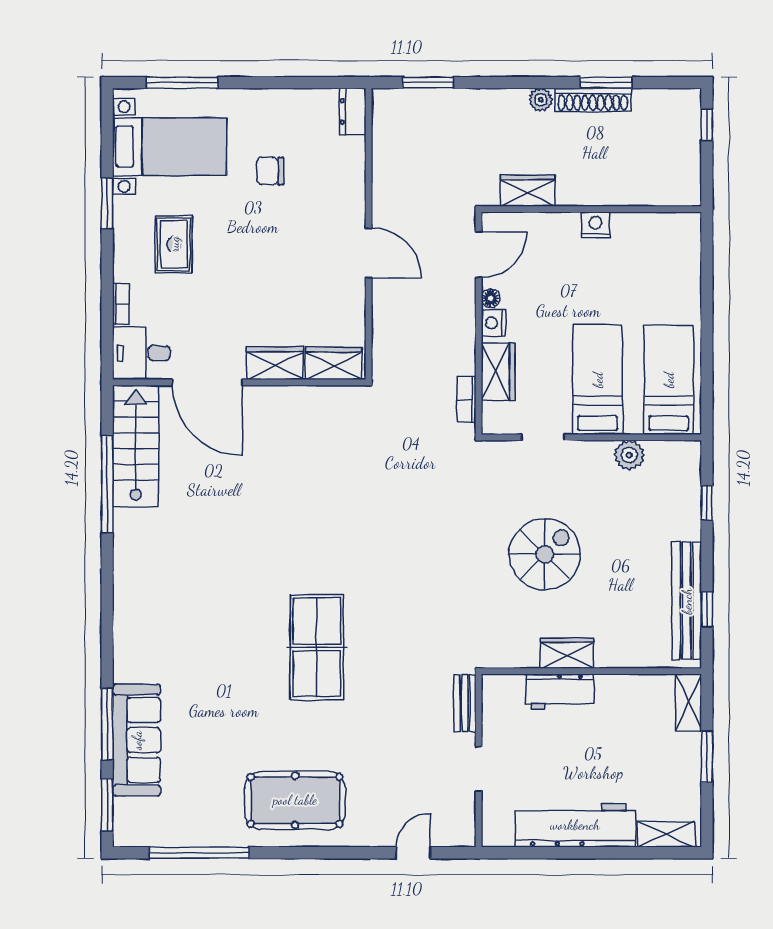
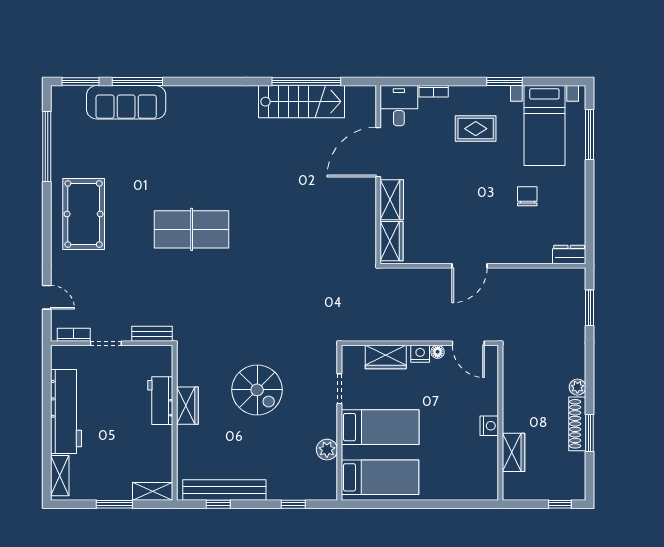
wardrobe: (528, 191) -> (513, 452), moved
bookcase: (466, 400) -> (74, 335), moved
stairs: (136, 446) -> (302, 102), moved

